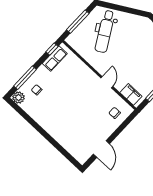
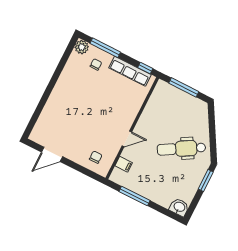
dental chair: (105, 31) -> (181, 149), moved
row of seats: (55, 59) -> (130, 71), width x1.48
filing cabinet: (131, 94) -> (124, 164), width x0.50

